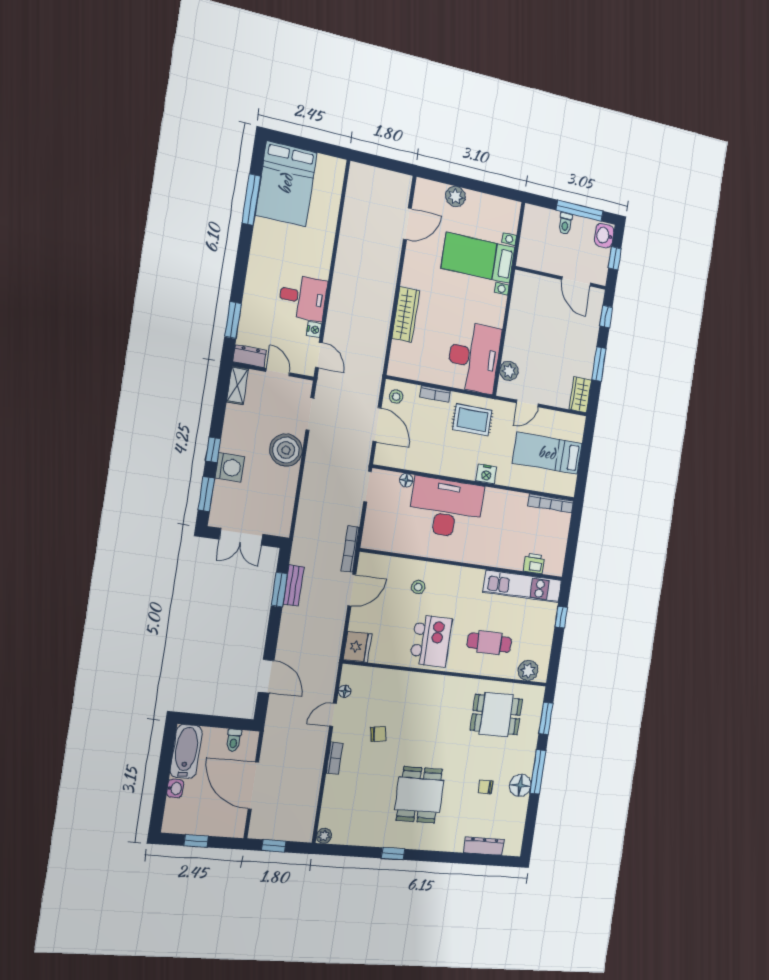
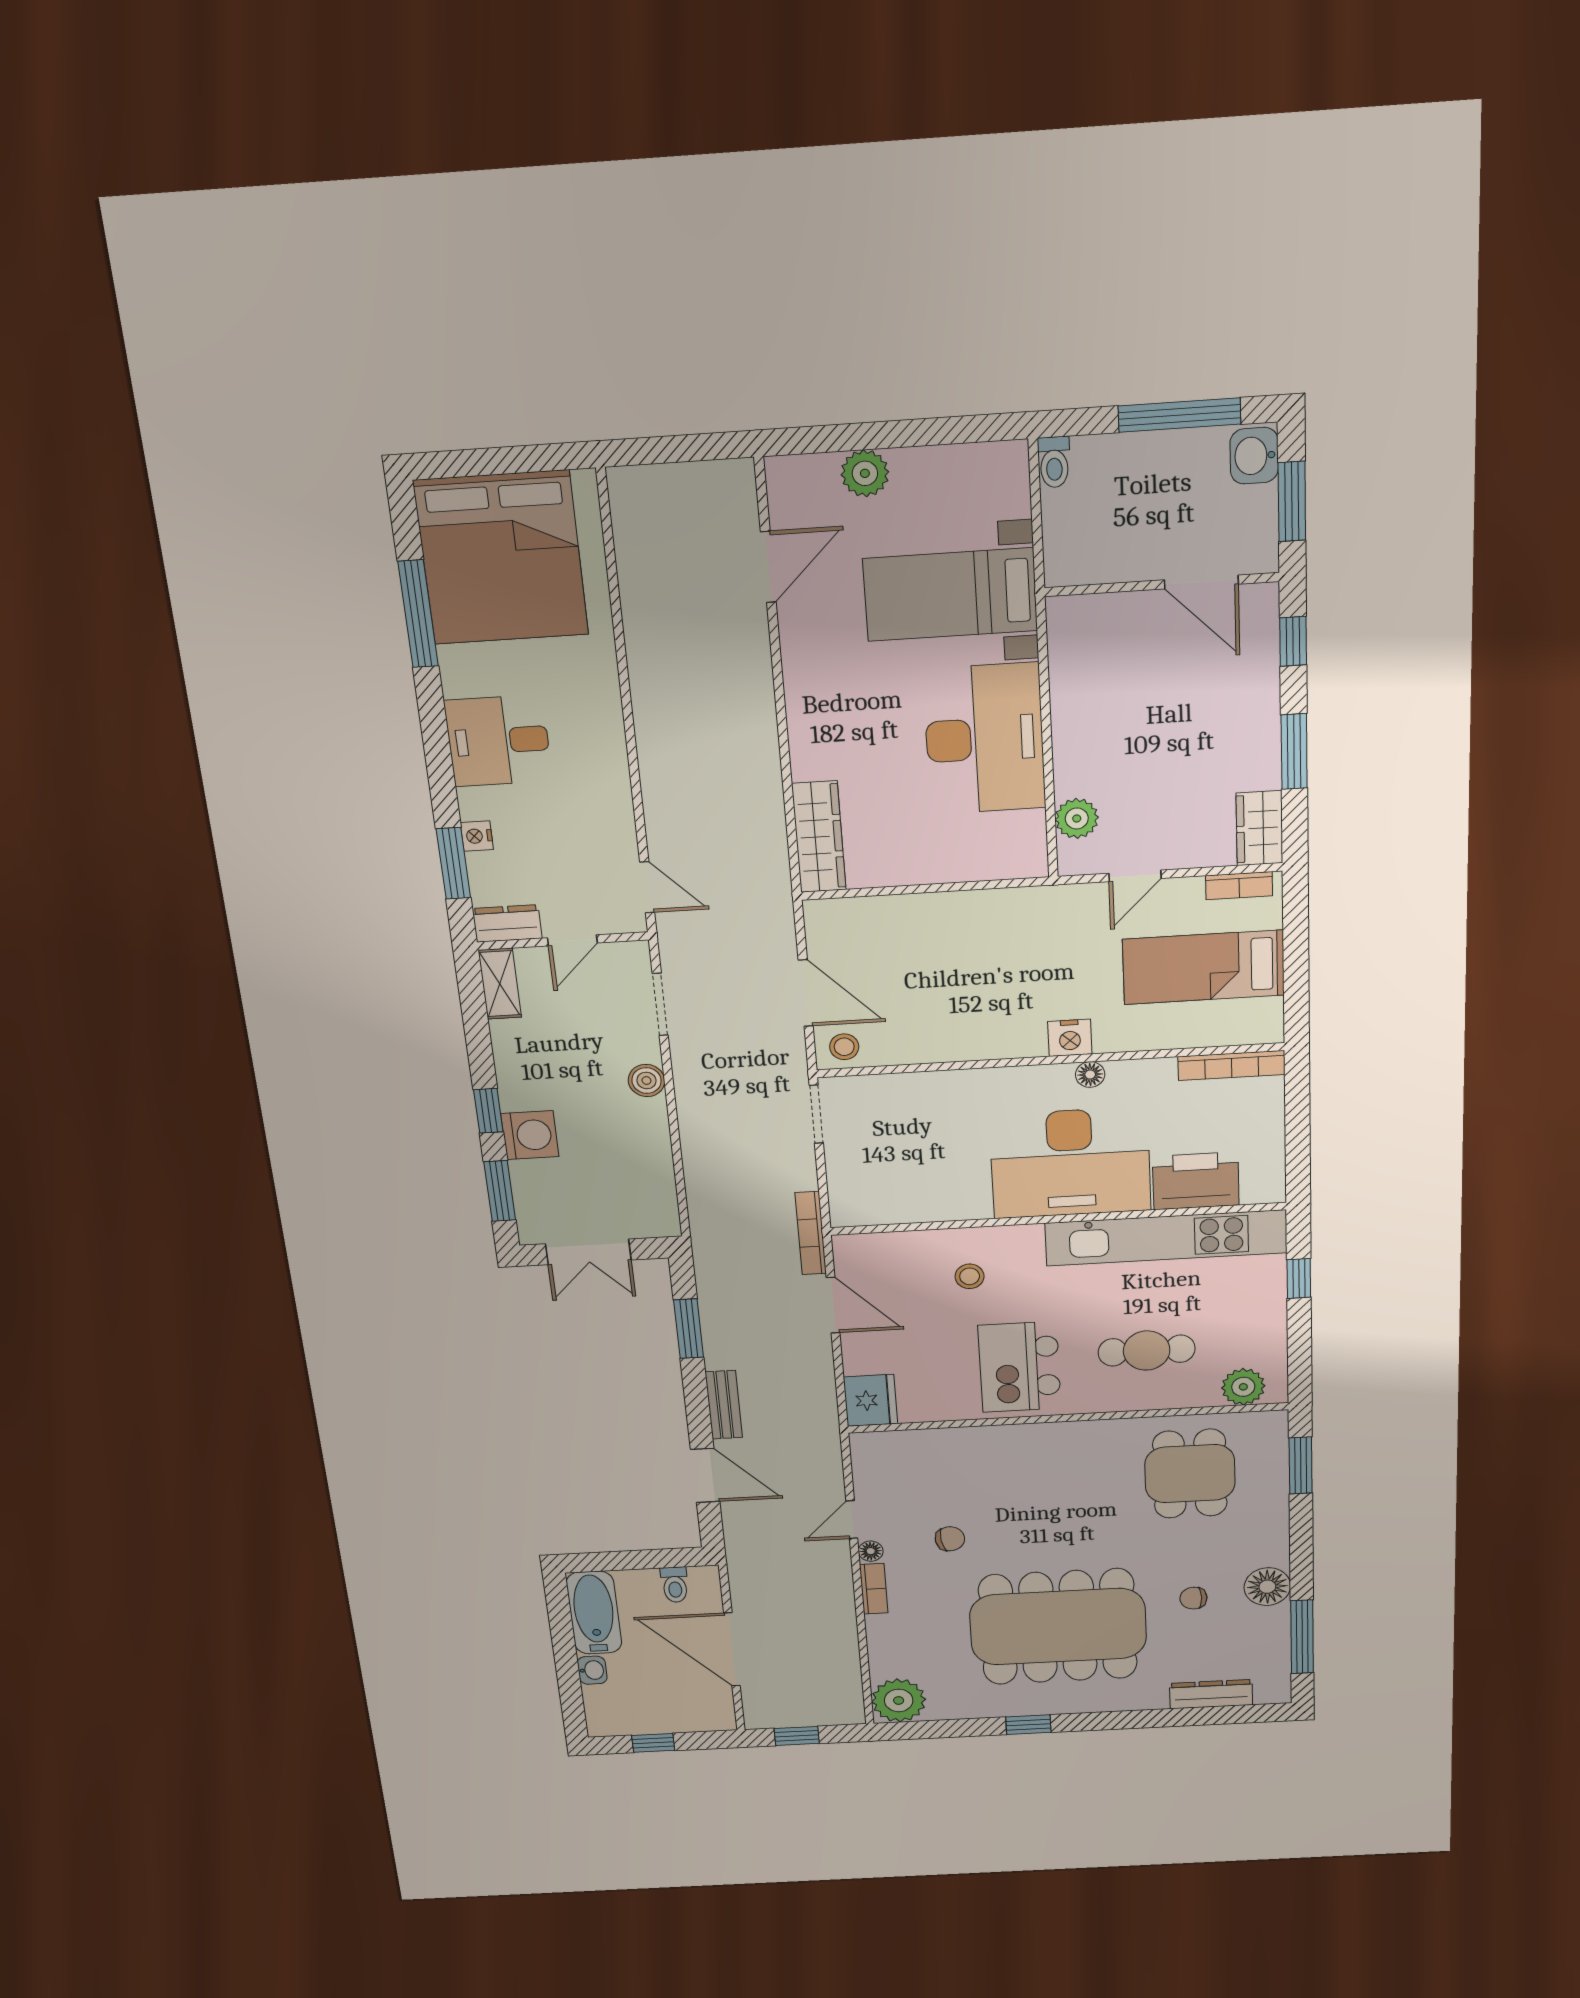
bed: (286, 184) -> (501, 558), width x1.36
toilet: (565, 223) -> (1054, 462), moved
window: (615, 258) -> (1292, 501), width x1.50
desk: (303, 297) -> (498, 741), moved, turned 180
wardrobe: (406, 314) -> (819, 837), moved
nightstand: (314, 330) -> (477, 836), moved, turned 180
desk: (474, 357) -> (985, 739), moved
door: (278, 372) -> (572, 940), swing flipped
bookcase: (435, 394) -> (1239, 886), moved
stool: (396, 397) -> (844, 1047), moved
rug: (472, 420) -> (1014, 938), removed
boiler: (286, 450) -> (646, 1081), width x0.54, depth x0.54
floor lamp: (406, 480) -> (1090, 1074), moved
desk: (446, 508) -> (1070, 1163), moved, turned 180
printer: (534, 563) -> (1196, 1181), width x1.87, depth x1.48
bench: (293, 585) -> (724, 1405), moved
kitchen unit: (522, 586) -> (1166, 1238), width x1.36
door: (352, 590) -> (833, 1305), hinge flipped
kitchen island: (431, 641) -> (1020, 1367), turned 180
floor lamp: (345, 691) -> (871, 1551), moved
dining table: (496, 715) -> (1190, 1474), turned 90
window: (538, 772) -> (1302, 1637), moved
dining table: (419, 795) -> (1058, 1627), width x1.88, depth x1.24
plant: (324, 836) -> (899, 1700), width x1.88, depth x1.88

